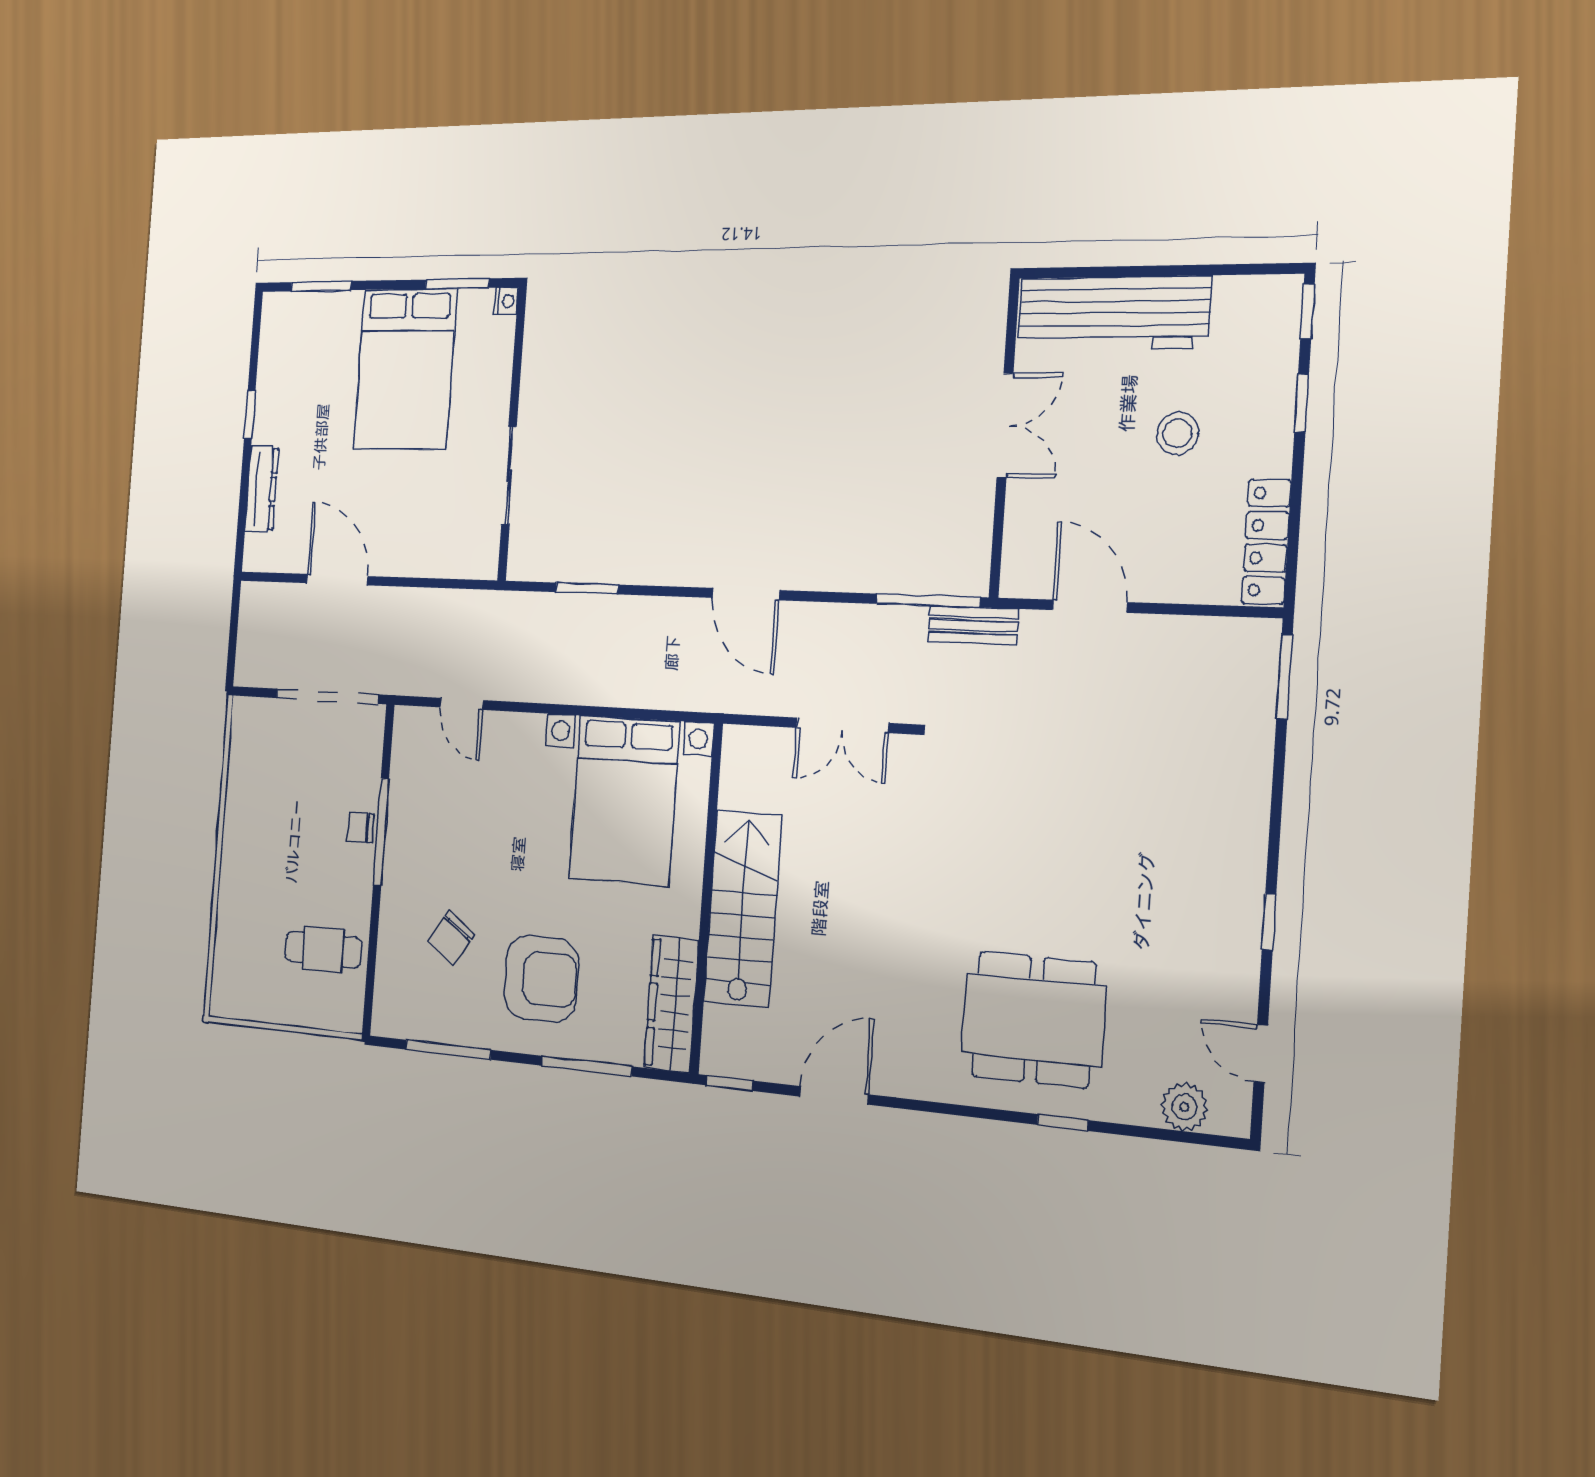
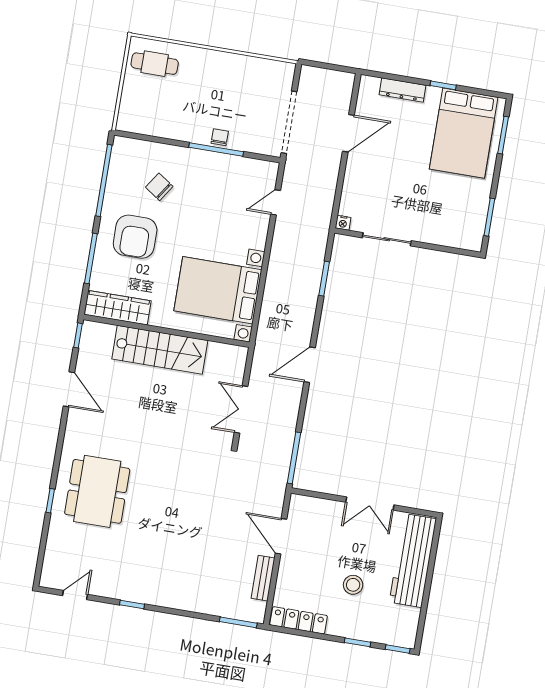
nightstand: (506, 301) -> (343, 223), moved
bed: (405, 369) -> (464, 133), moved, turned -90
door: (1090, 606) -> (281, 536), swing flipped
bench: (973, 625) -> (263, 578), moved
cafe table: (323, 950) -> (155, 64), moved, turned 90
window: (448, 1050) -> (104, 180), width x1.46
plant: (1184, 1107) -> (54, 558), removed

